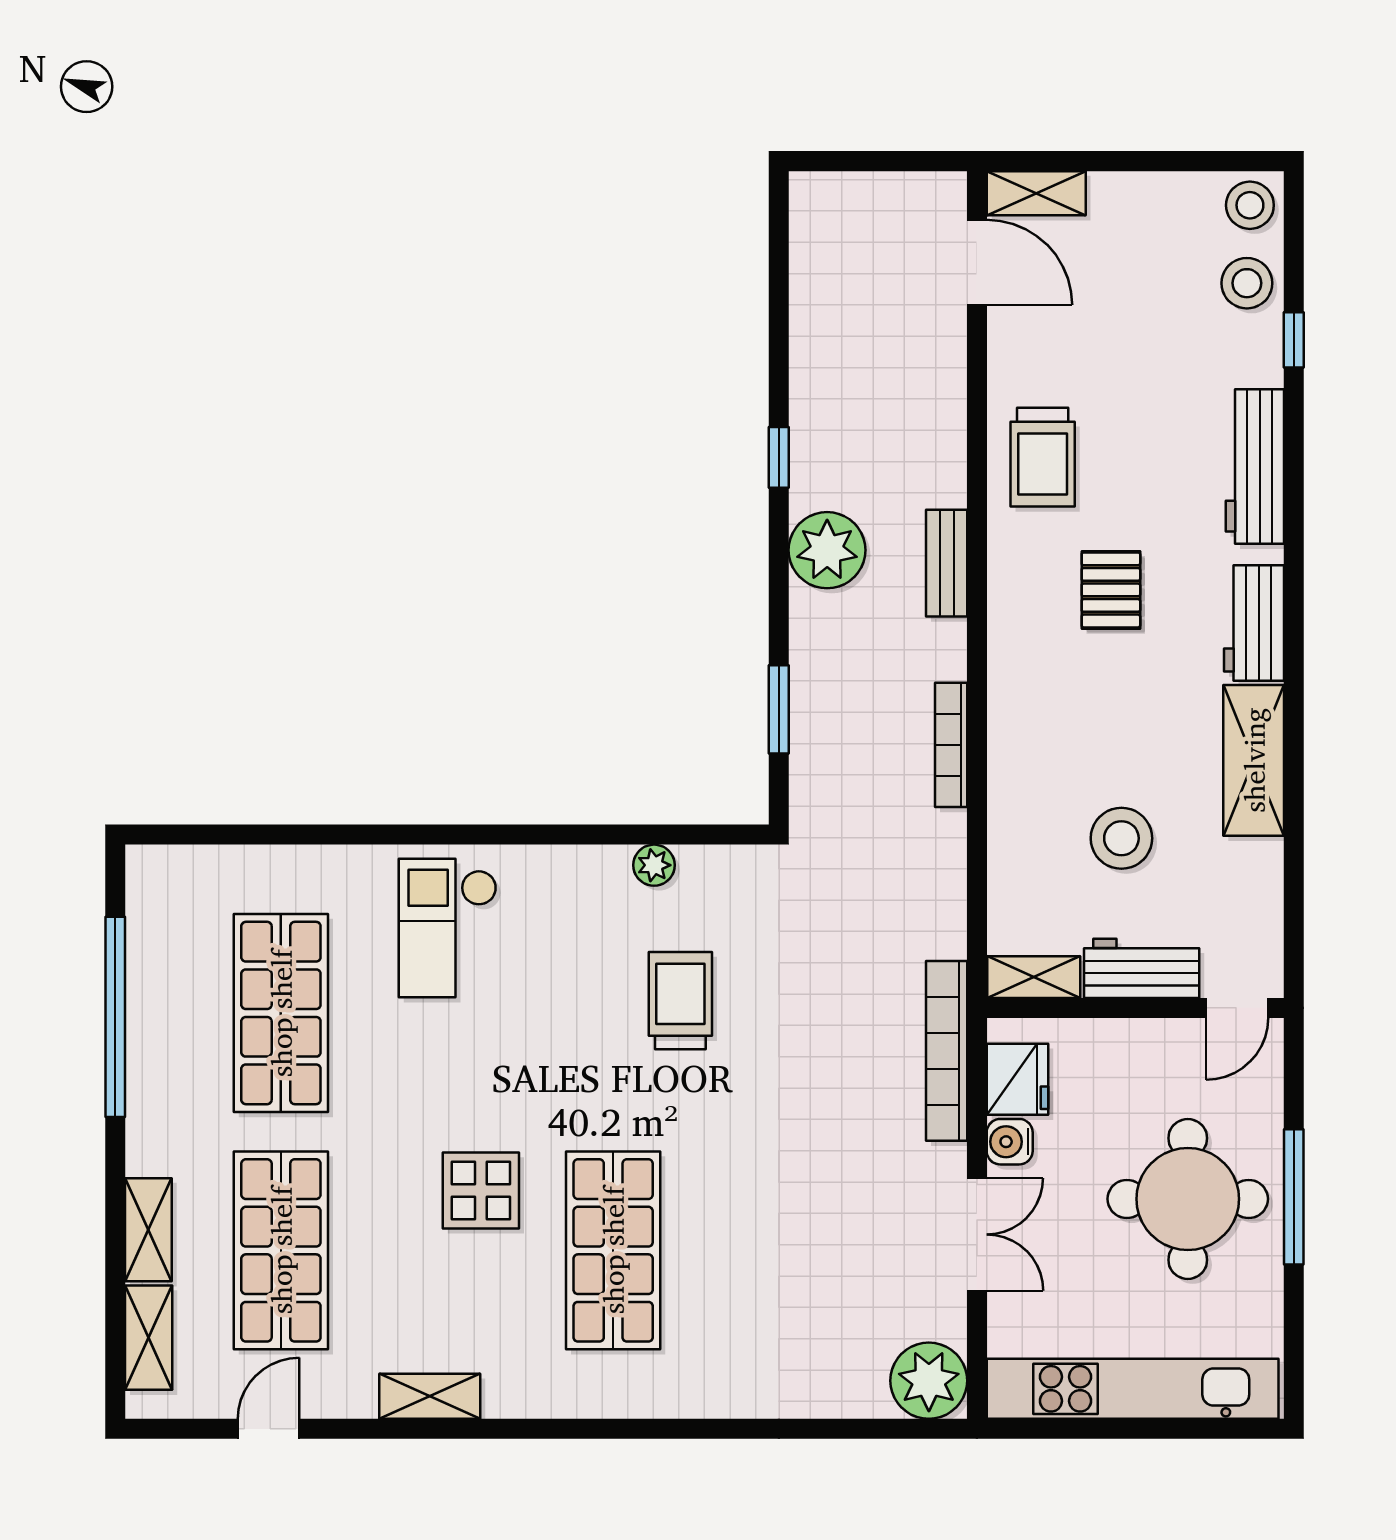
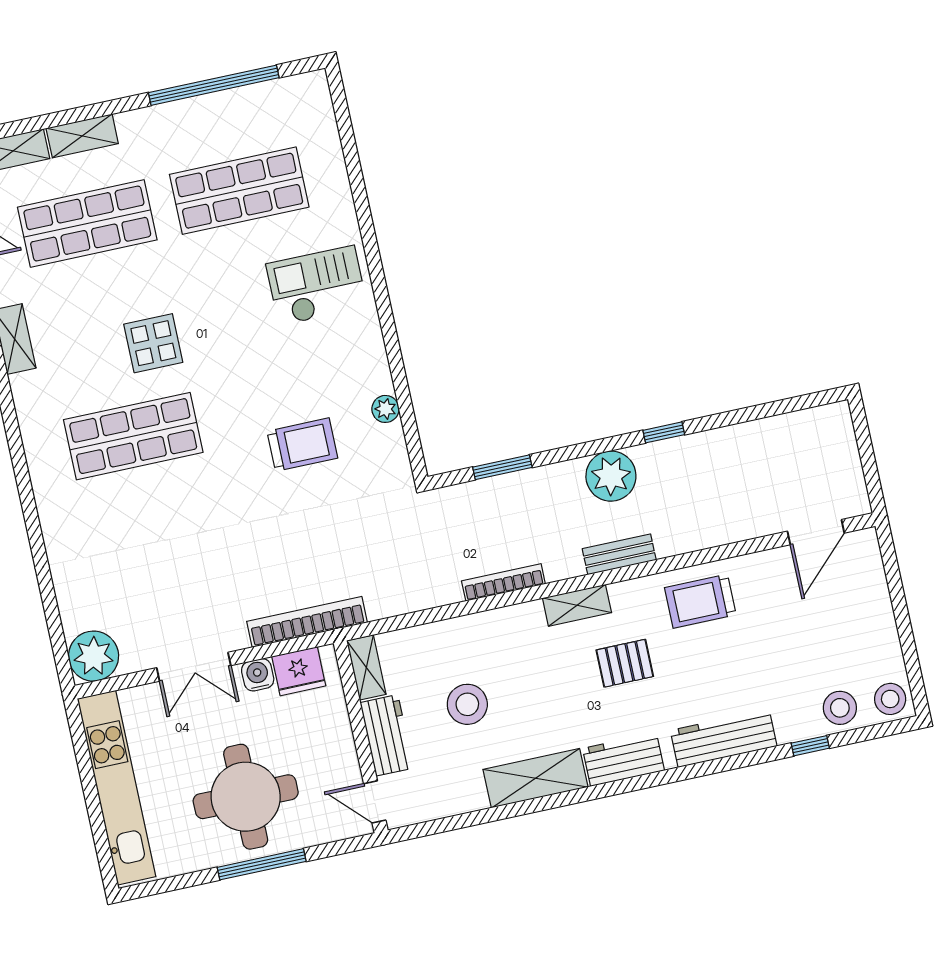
shelving: (1036, 193) -> (577, 605), moved, turned 90

